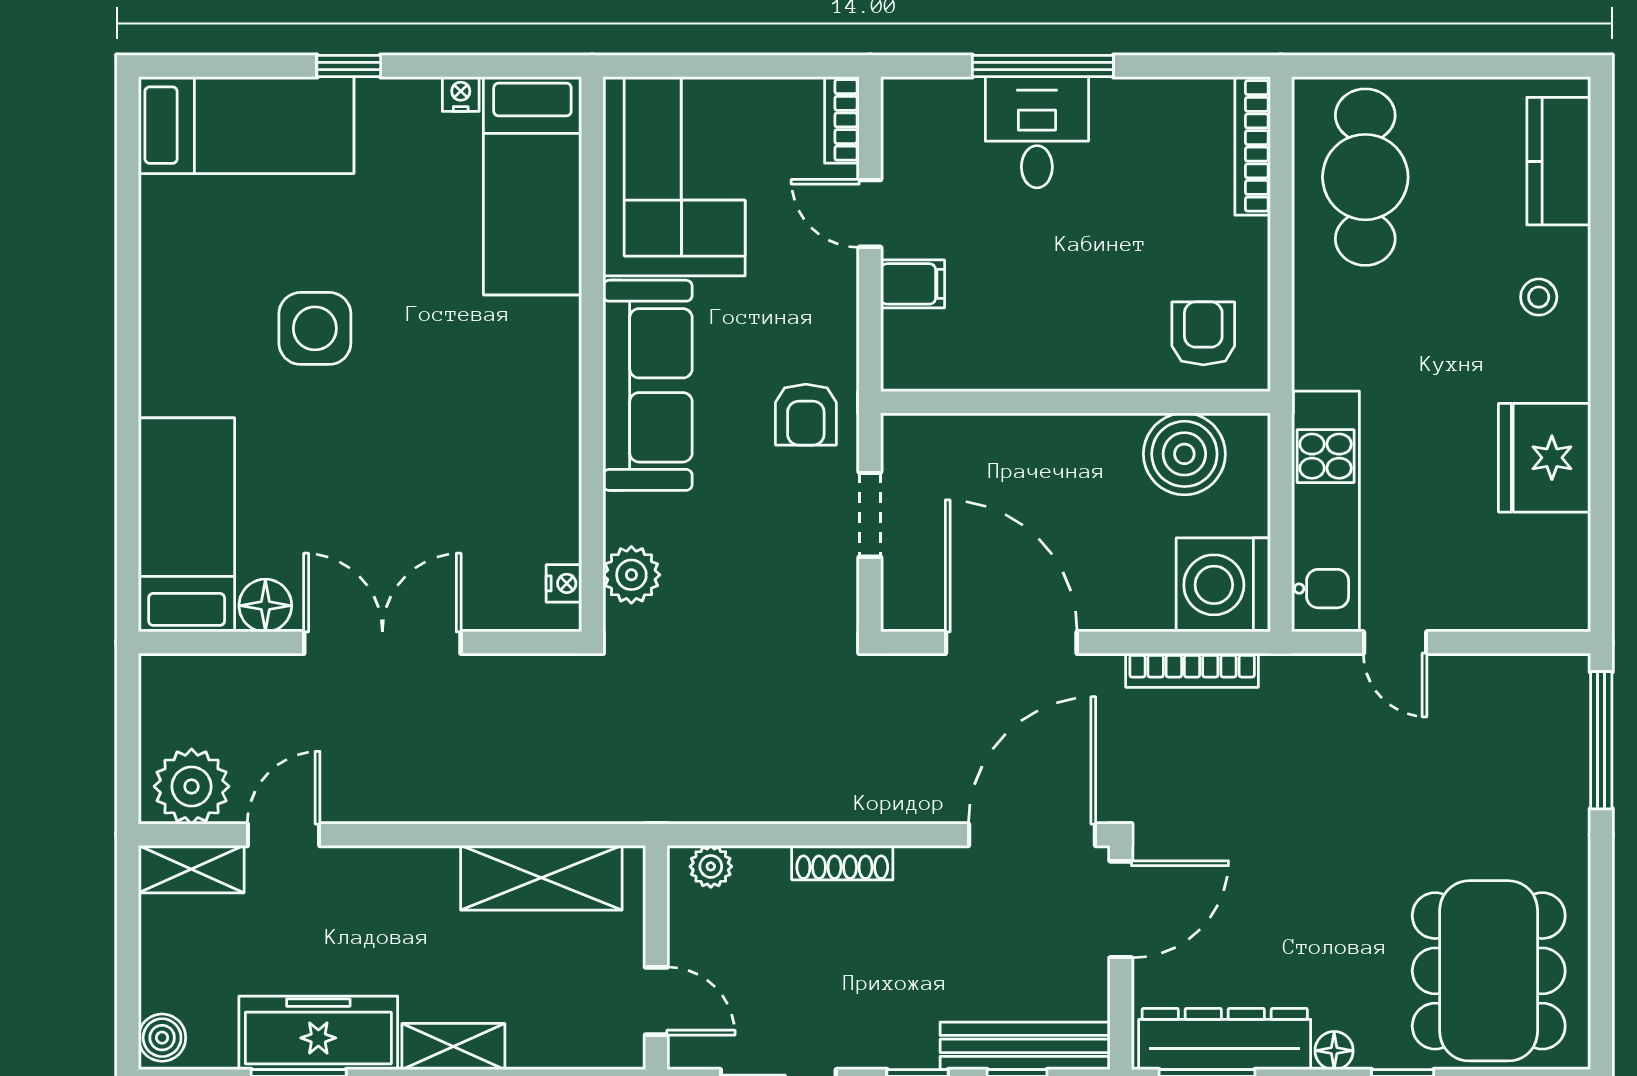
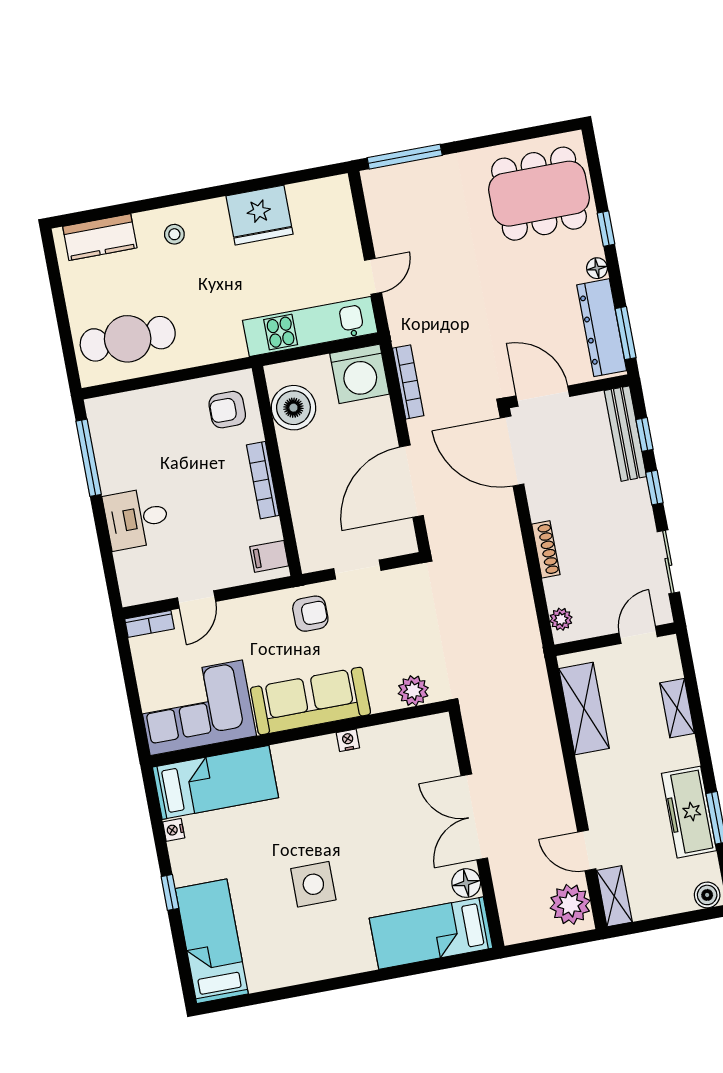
window: (1043, 66) -> (89, 458), moved
bookcase: (1253, 146) -> (263, 480), moved, turned 90
filing cabinet: (913, 284) -> (269, 556), moved, turned -90
nightstand: (564, 583) -> (348, 740), moved
shelving: (453, 1047) -> (677, 708), moved

